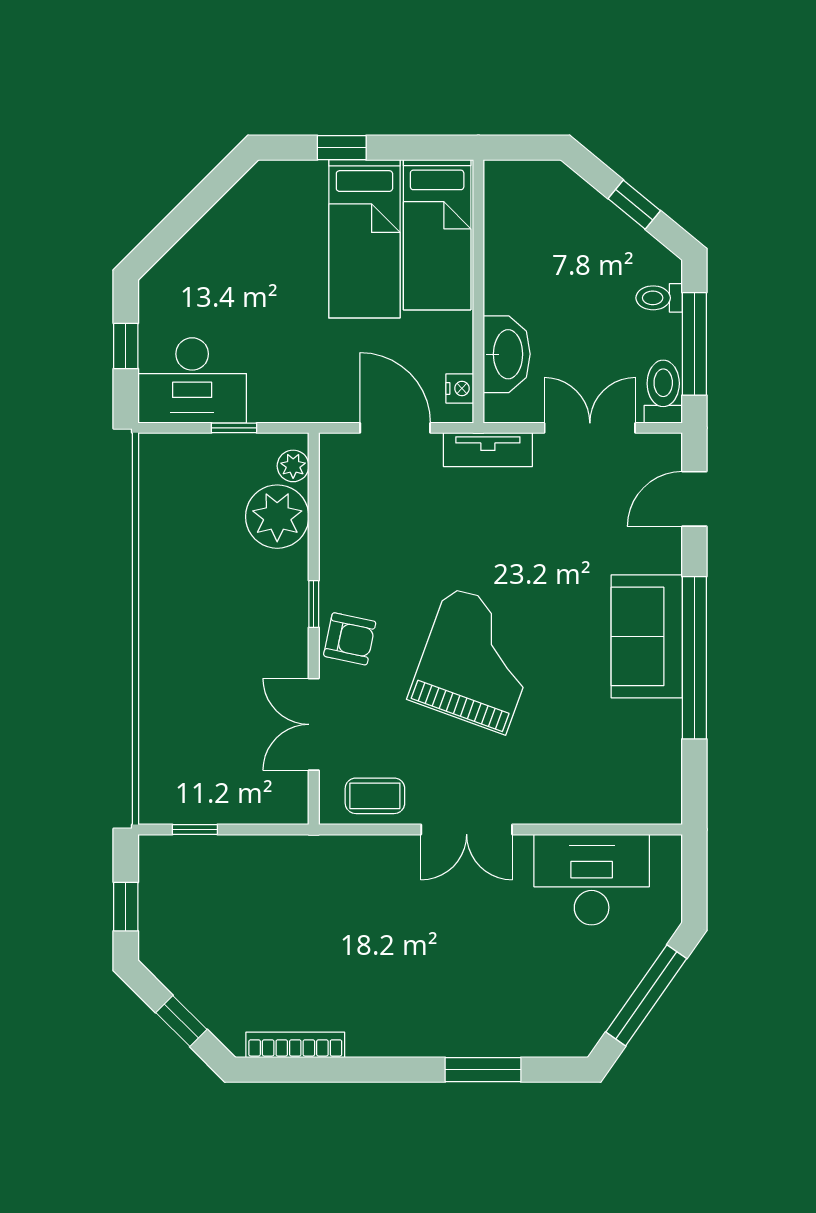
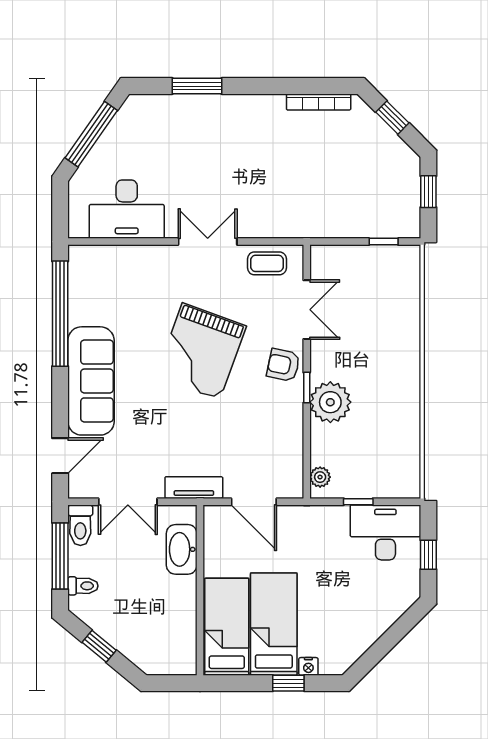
nightstand: (460, 388) -> (308, 666), moved, turned -90
plant: (277, 517) -> (330, 402), moved
sofa: (647, 636) -> (91, 381), width x1.36
window: (694, 658) -> (60, 314), moved

